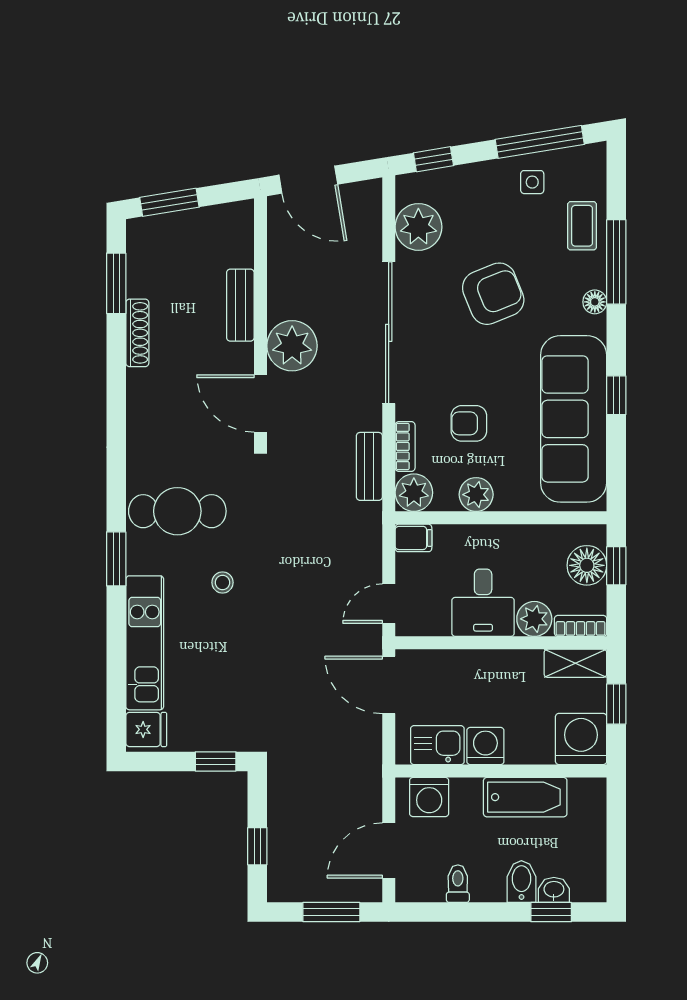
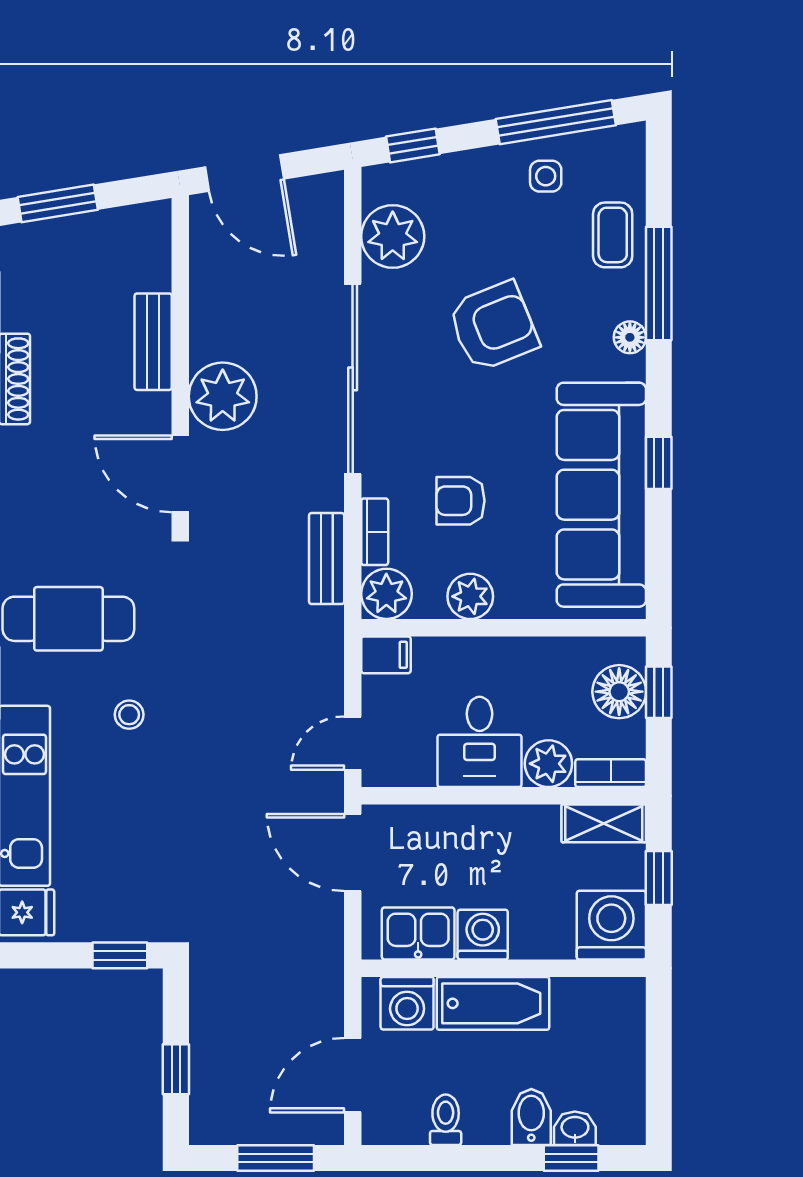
bathtub: (525, 797) -> (493, 1003), moved

